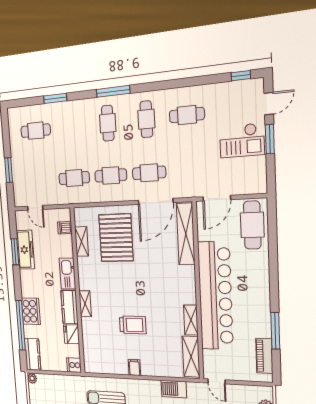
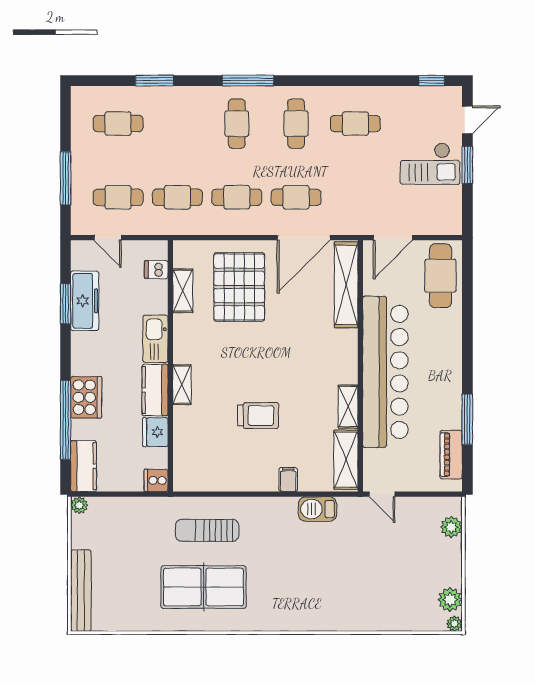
window: (9, 170) -> (66, 178), width x1.44
cafe table: (39, 181) -> (118, 197), added
filing cabinet: (134, 367) -> (288, 480), moved

